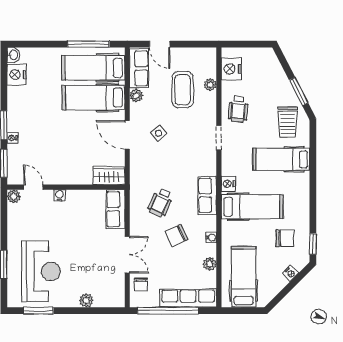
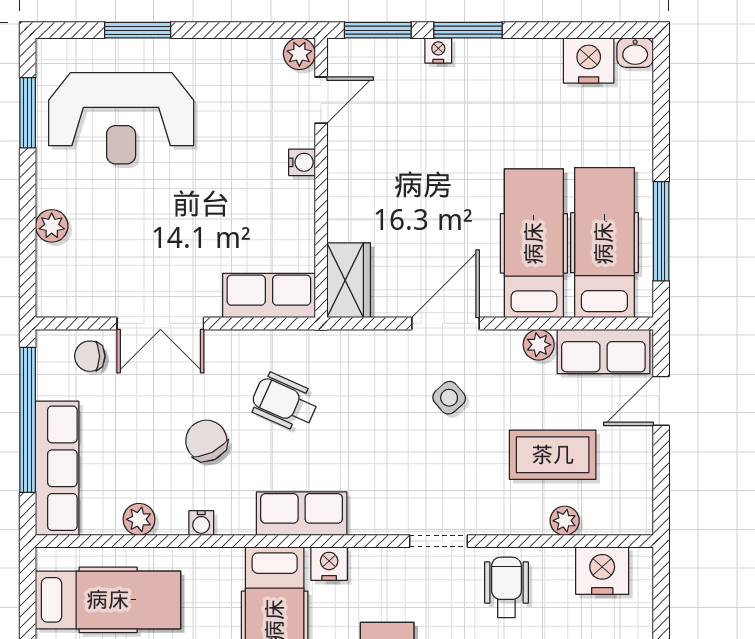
wheelchair: (238, 109) -> (506, 587), turned 85

